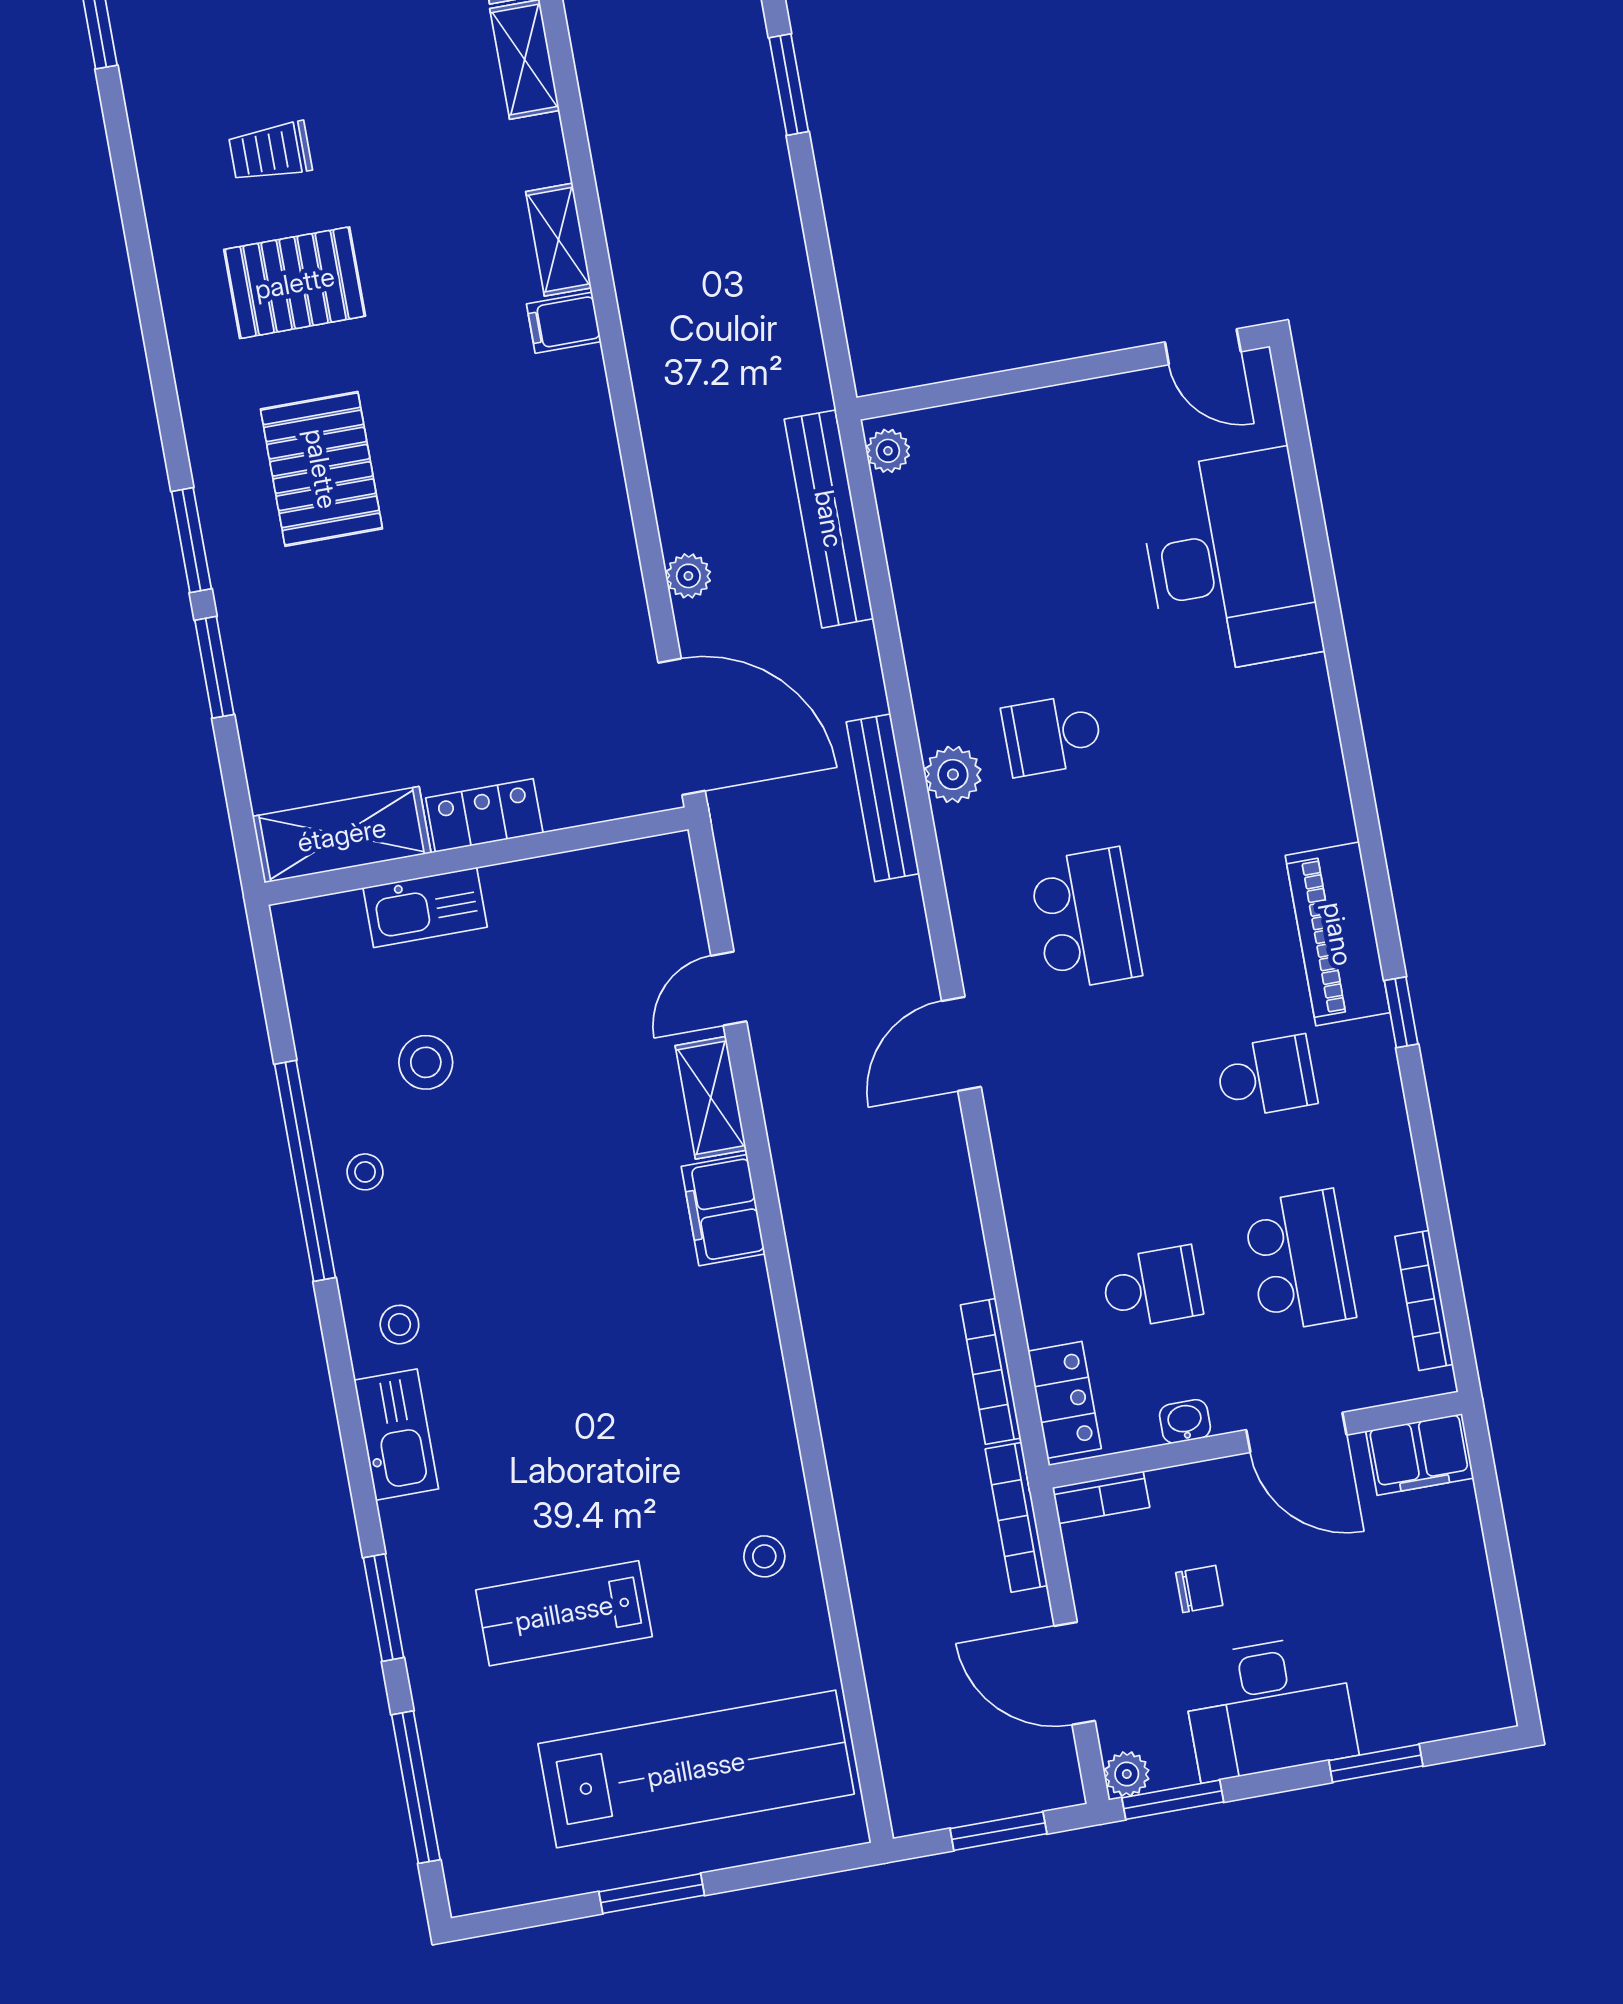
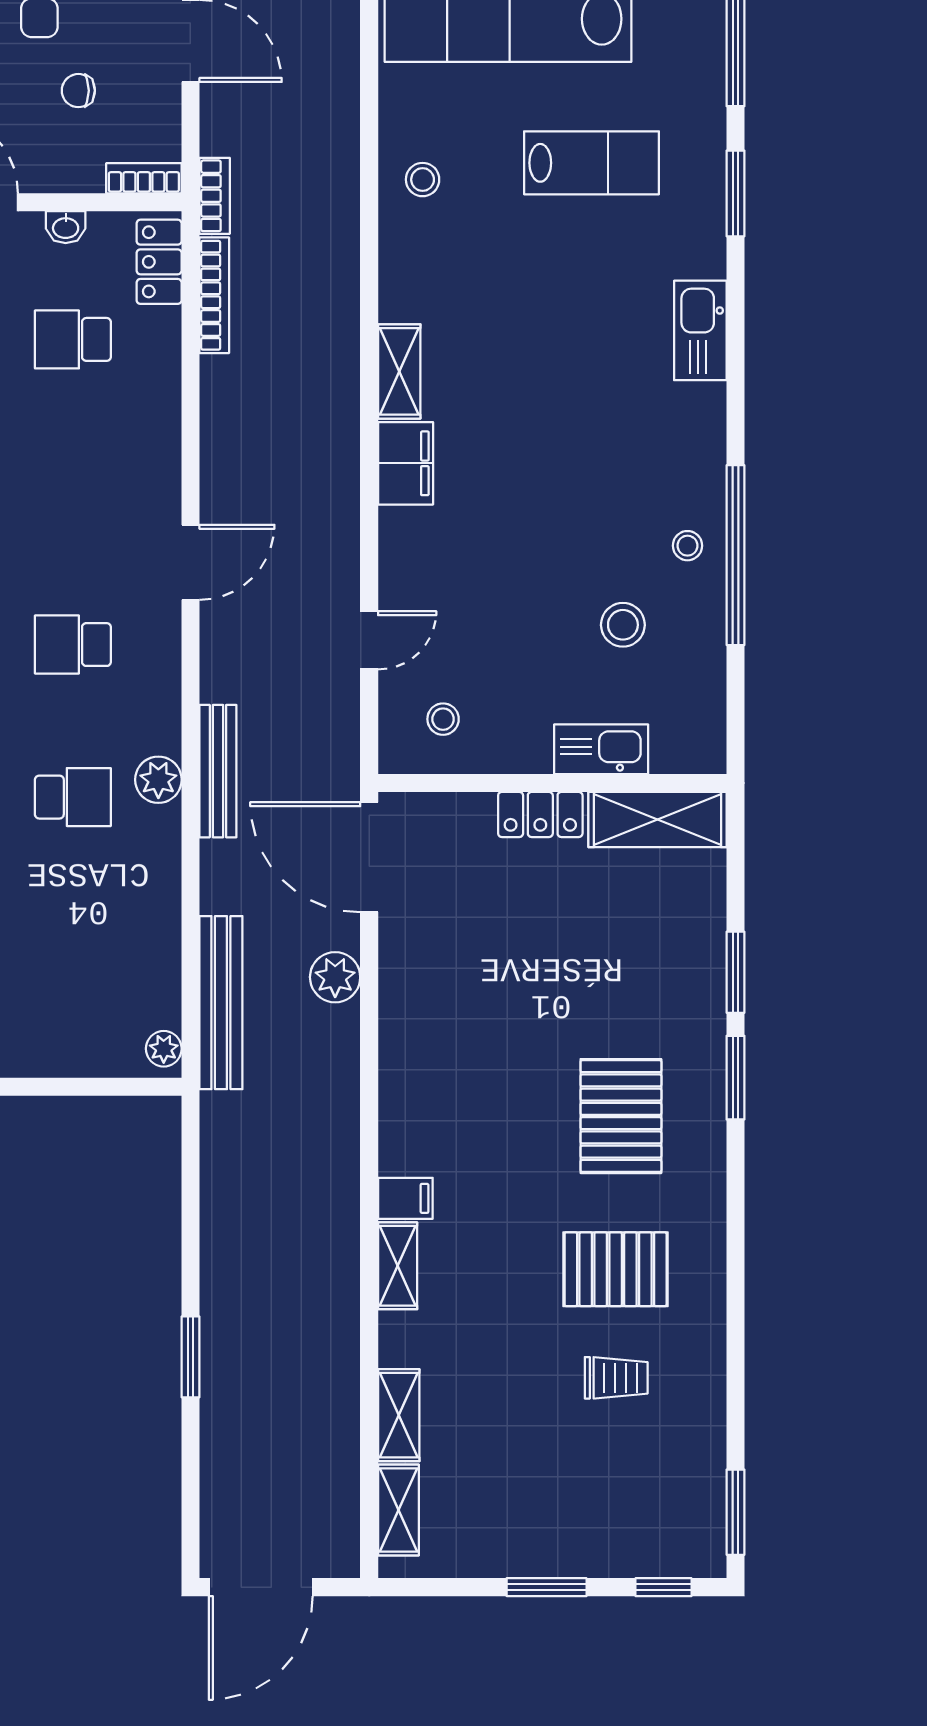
plant: (688, 576) -> (335, 977), width x1.38, depth x1.38
school desk: (1085, 919) -> (73, 645), width x0.54
shelving: (711, 1098) -> (399, 371), moved
stool: (399, 1325) -> (443, 719), moved
bookcase: (1016, 1517) -> (215, 196), width x0.64

